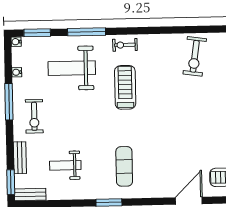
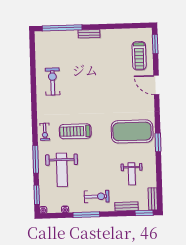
exercise bike: (195, 56) -> (53, 81), turned -98
exercise mat: (124, 166) -> (132, 131), width x2.00, depth x1.45

